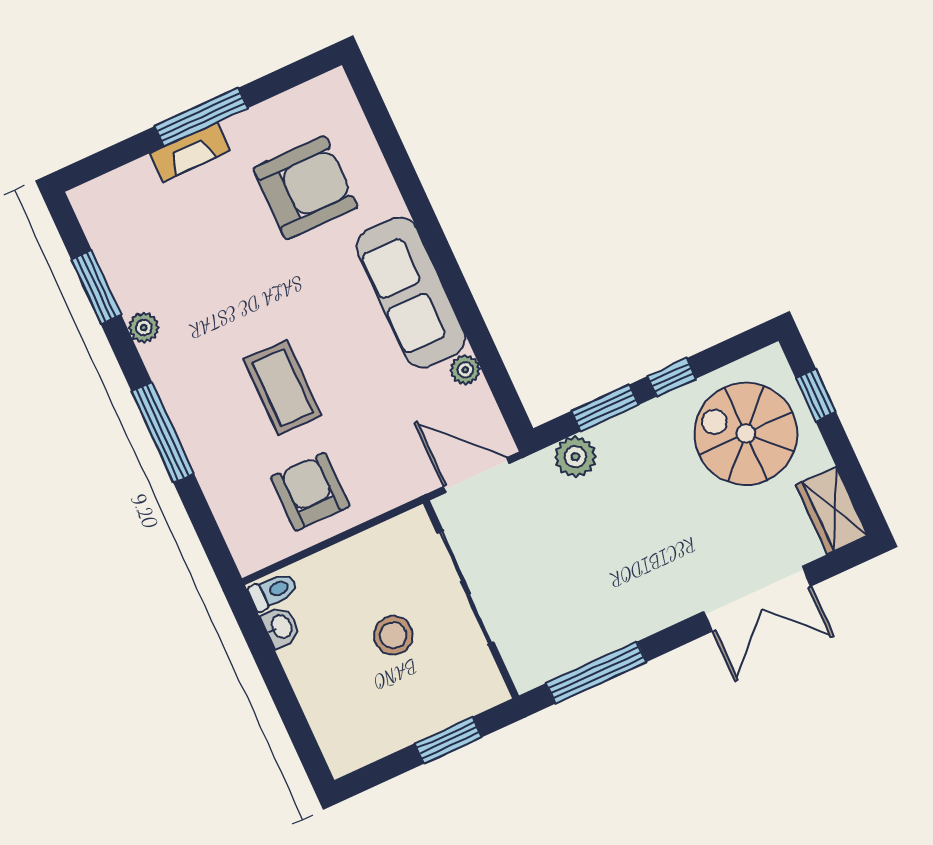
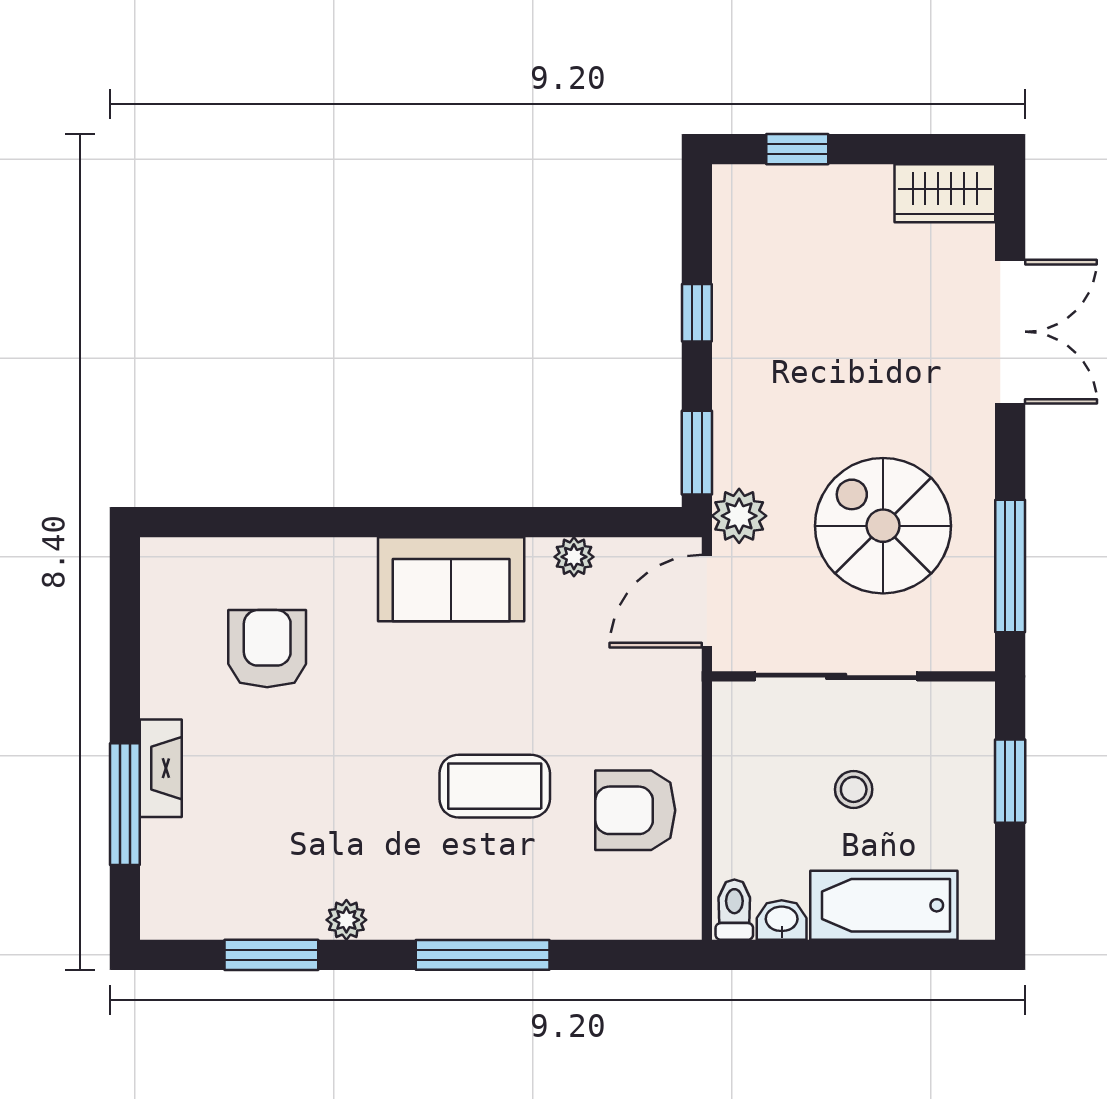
window: (201, 117) -> (125, 804), moved
armchair: (305, 188) -> (267, 649), width x0.73, depth x0.73
sofa: (411, 292) -> (451, 579), width x0.73
window: (605, 408) -> (697, 453), moved
spiral stairs: (746, 434) -> (883, 526), moved, turned 90
plant: (575, 457) -> (739, 516), moved
stool: (393, 635) -> (854, 789), width x0.73, depth x0.73
bathtub: (323, 692) -> (884, 905), added

